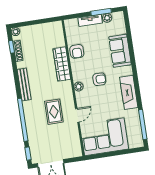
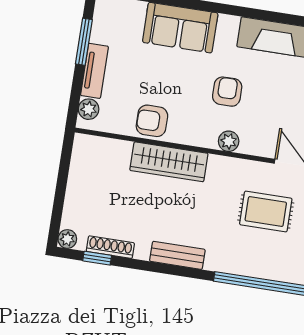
plant: (107, 18) -> (89, 109), moved
armchair: (77, 51) -> (152, 121), turned 180
bench: (24, 85) -> (177, 255), width x0.73

